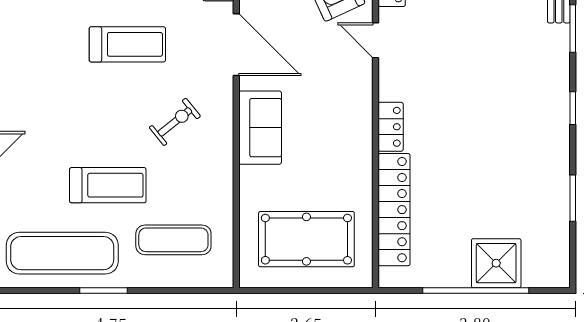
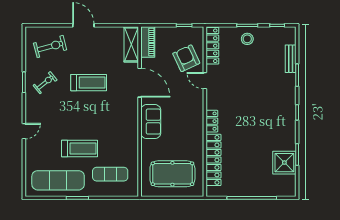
exercise bike: (175, 122) -> (45, 83), moved
shower: (496, 263) -> (284, 163), moved

